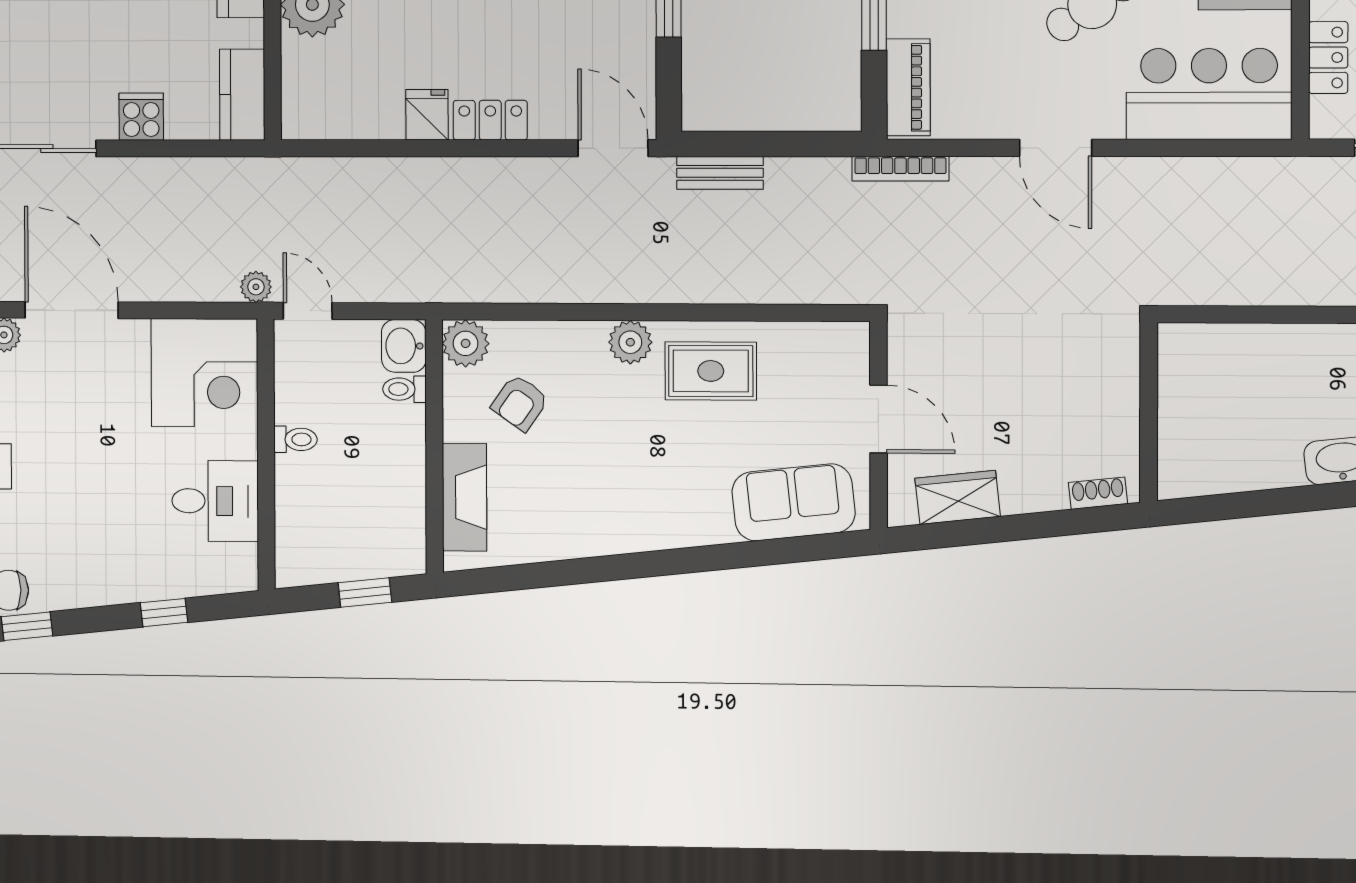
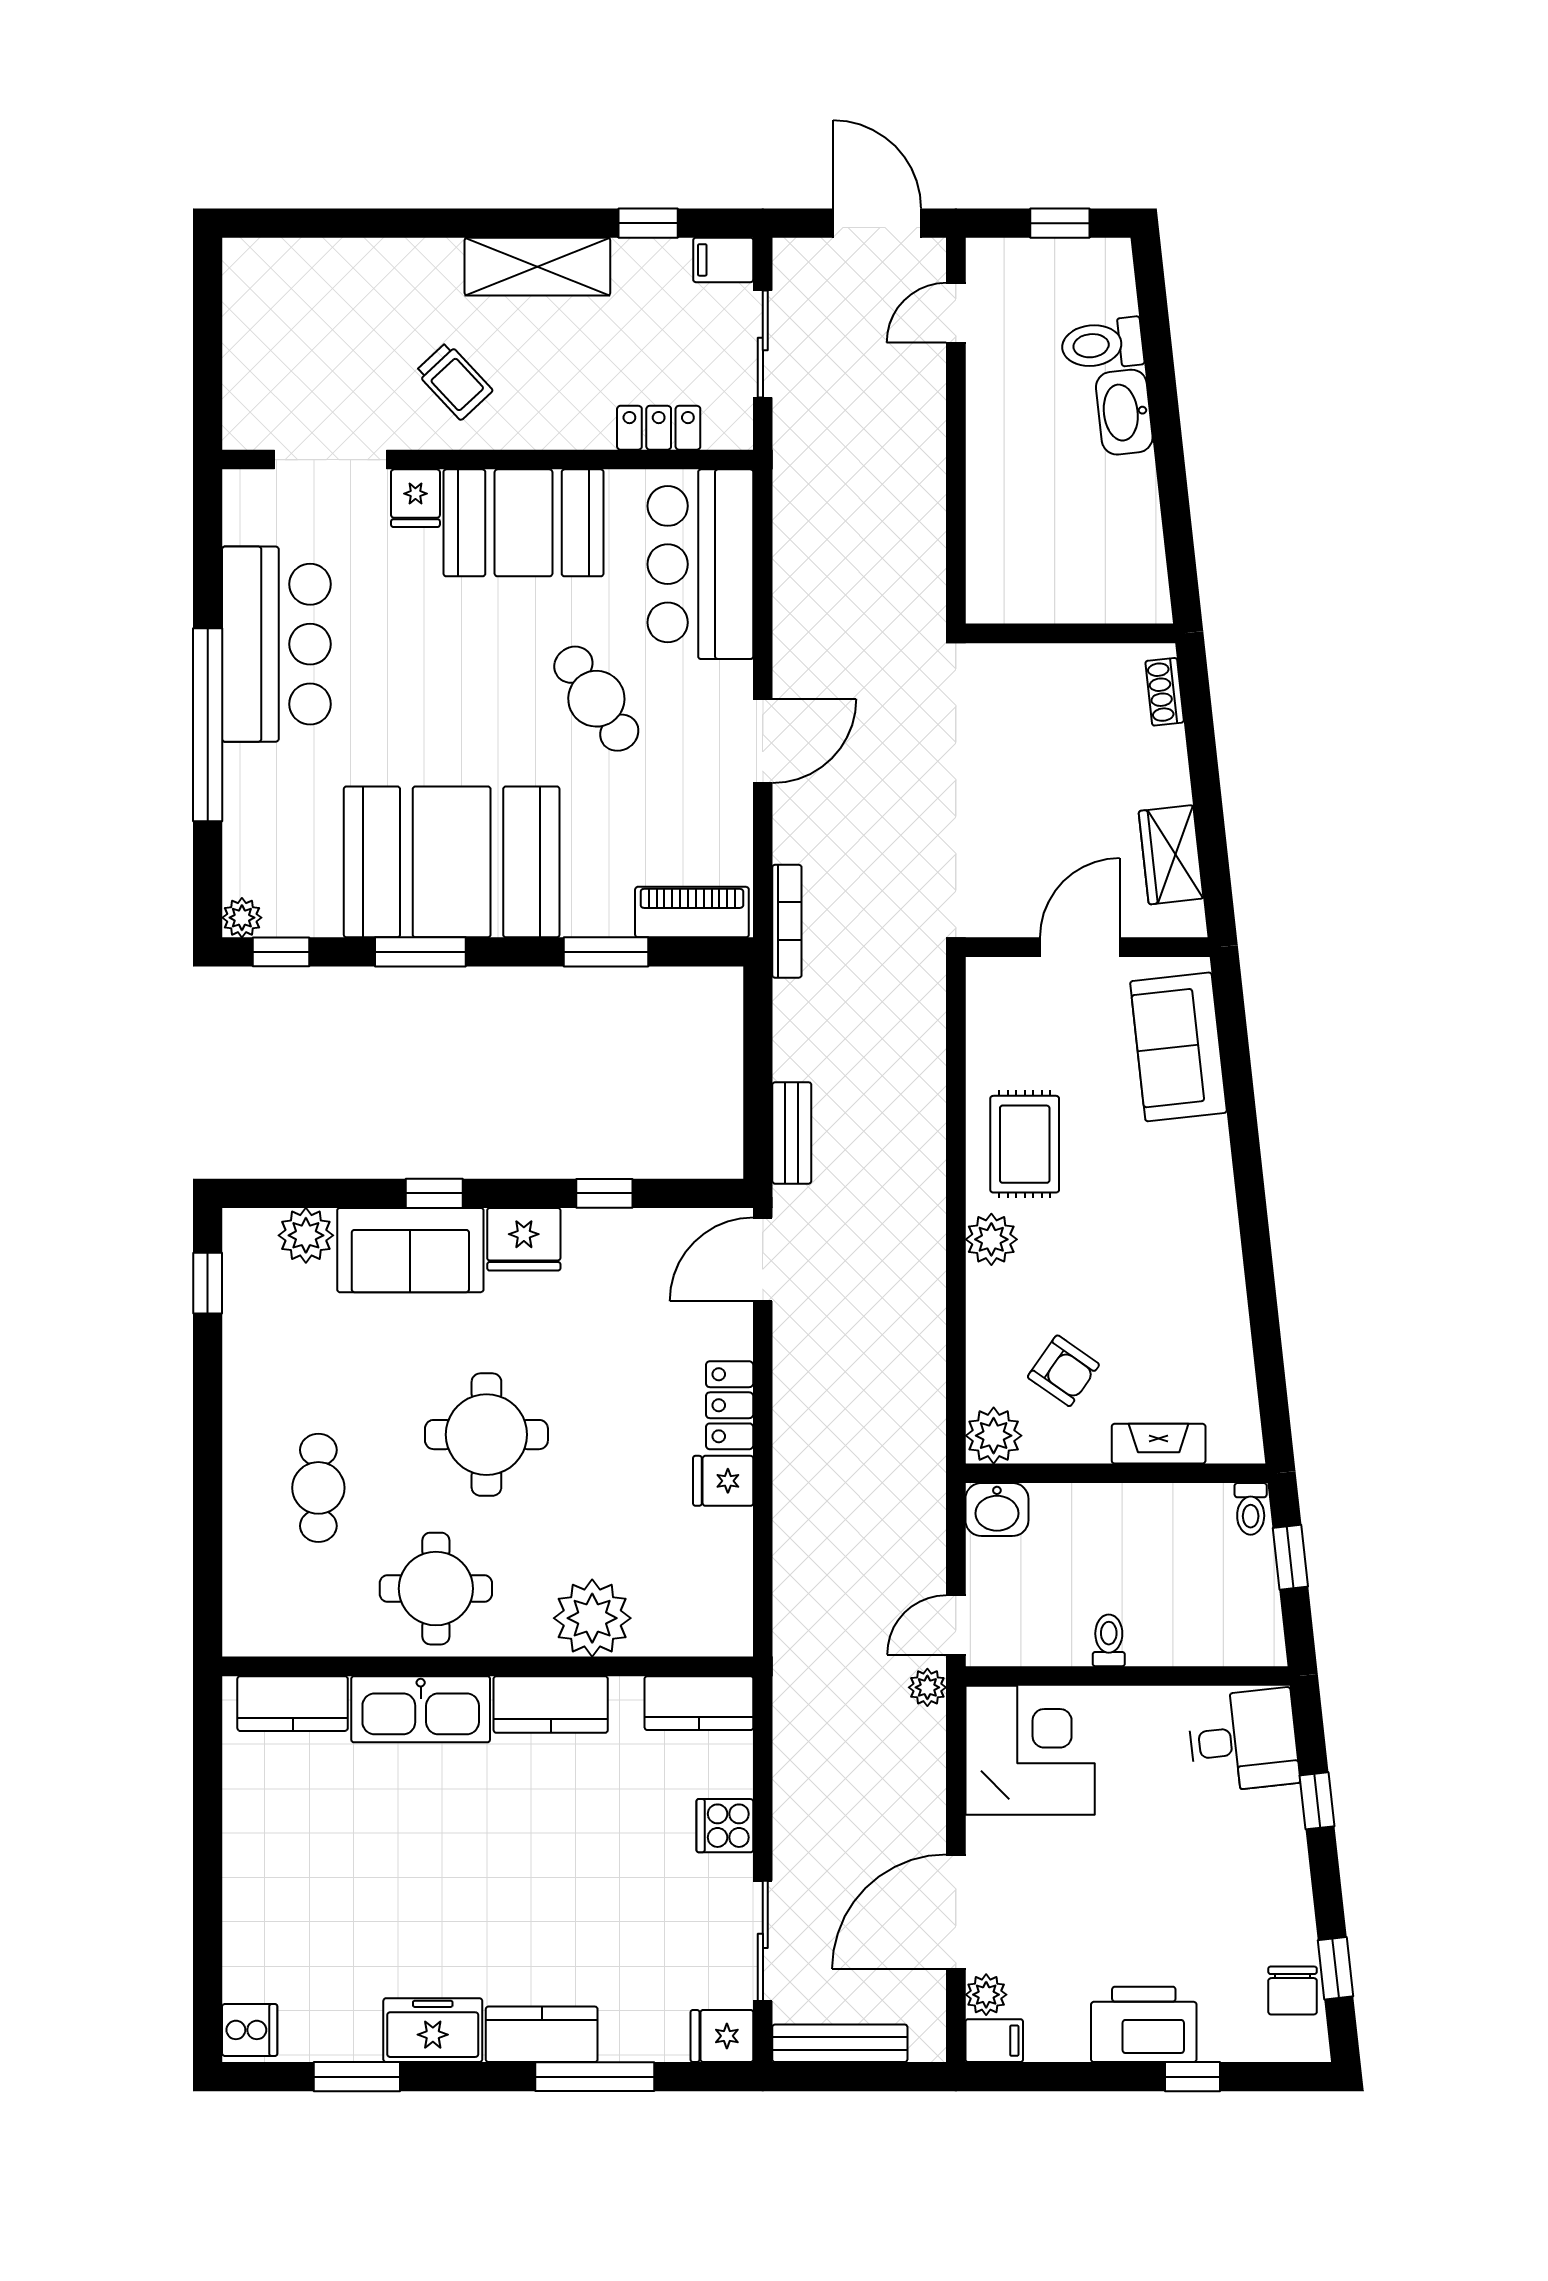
toilet: (404, 389) -> (1251, 1509), moved
fireplace: (464, 497) -> (1159, 1444), width x0.73, depth x0.76
desk: (215, 501) -> (1243, 1740), moved, turned 84

